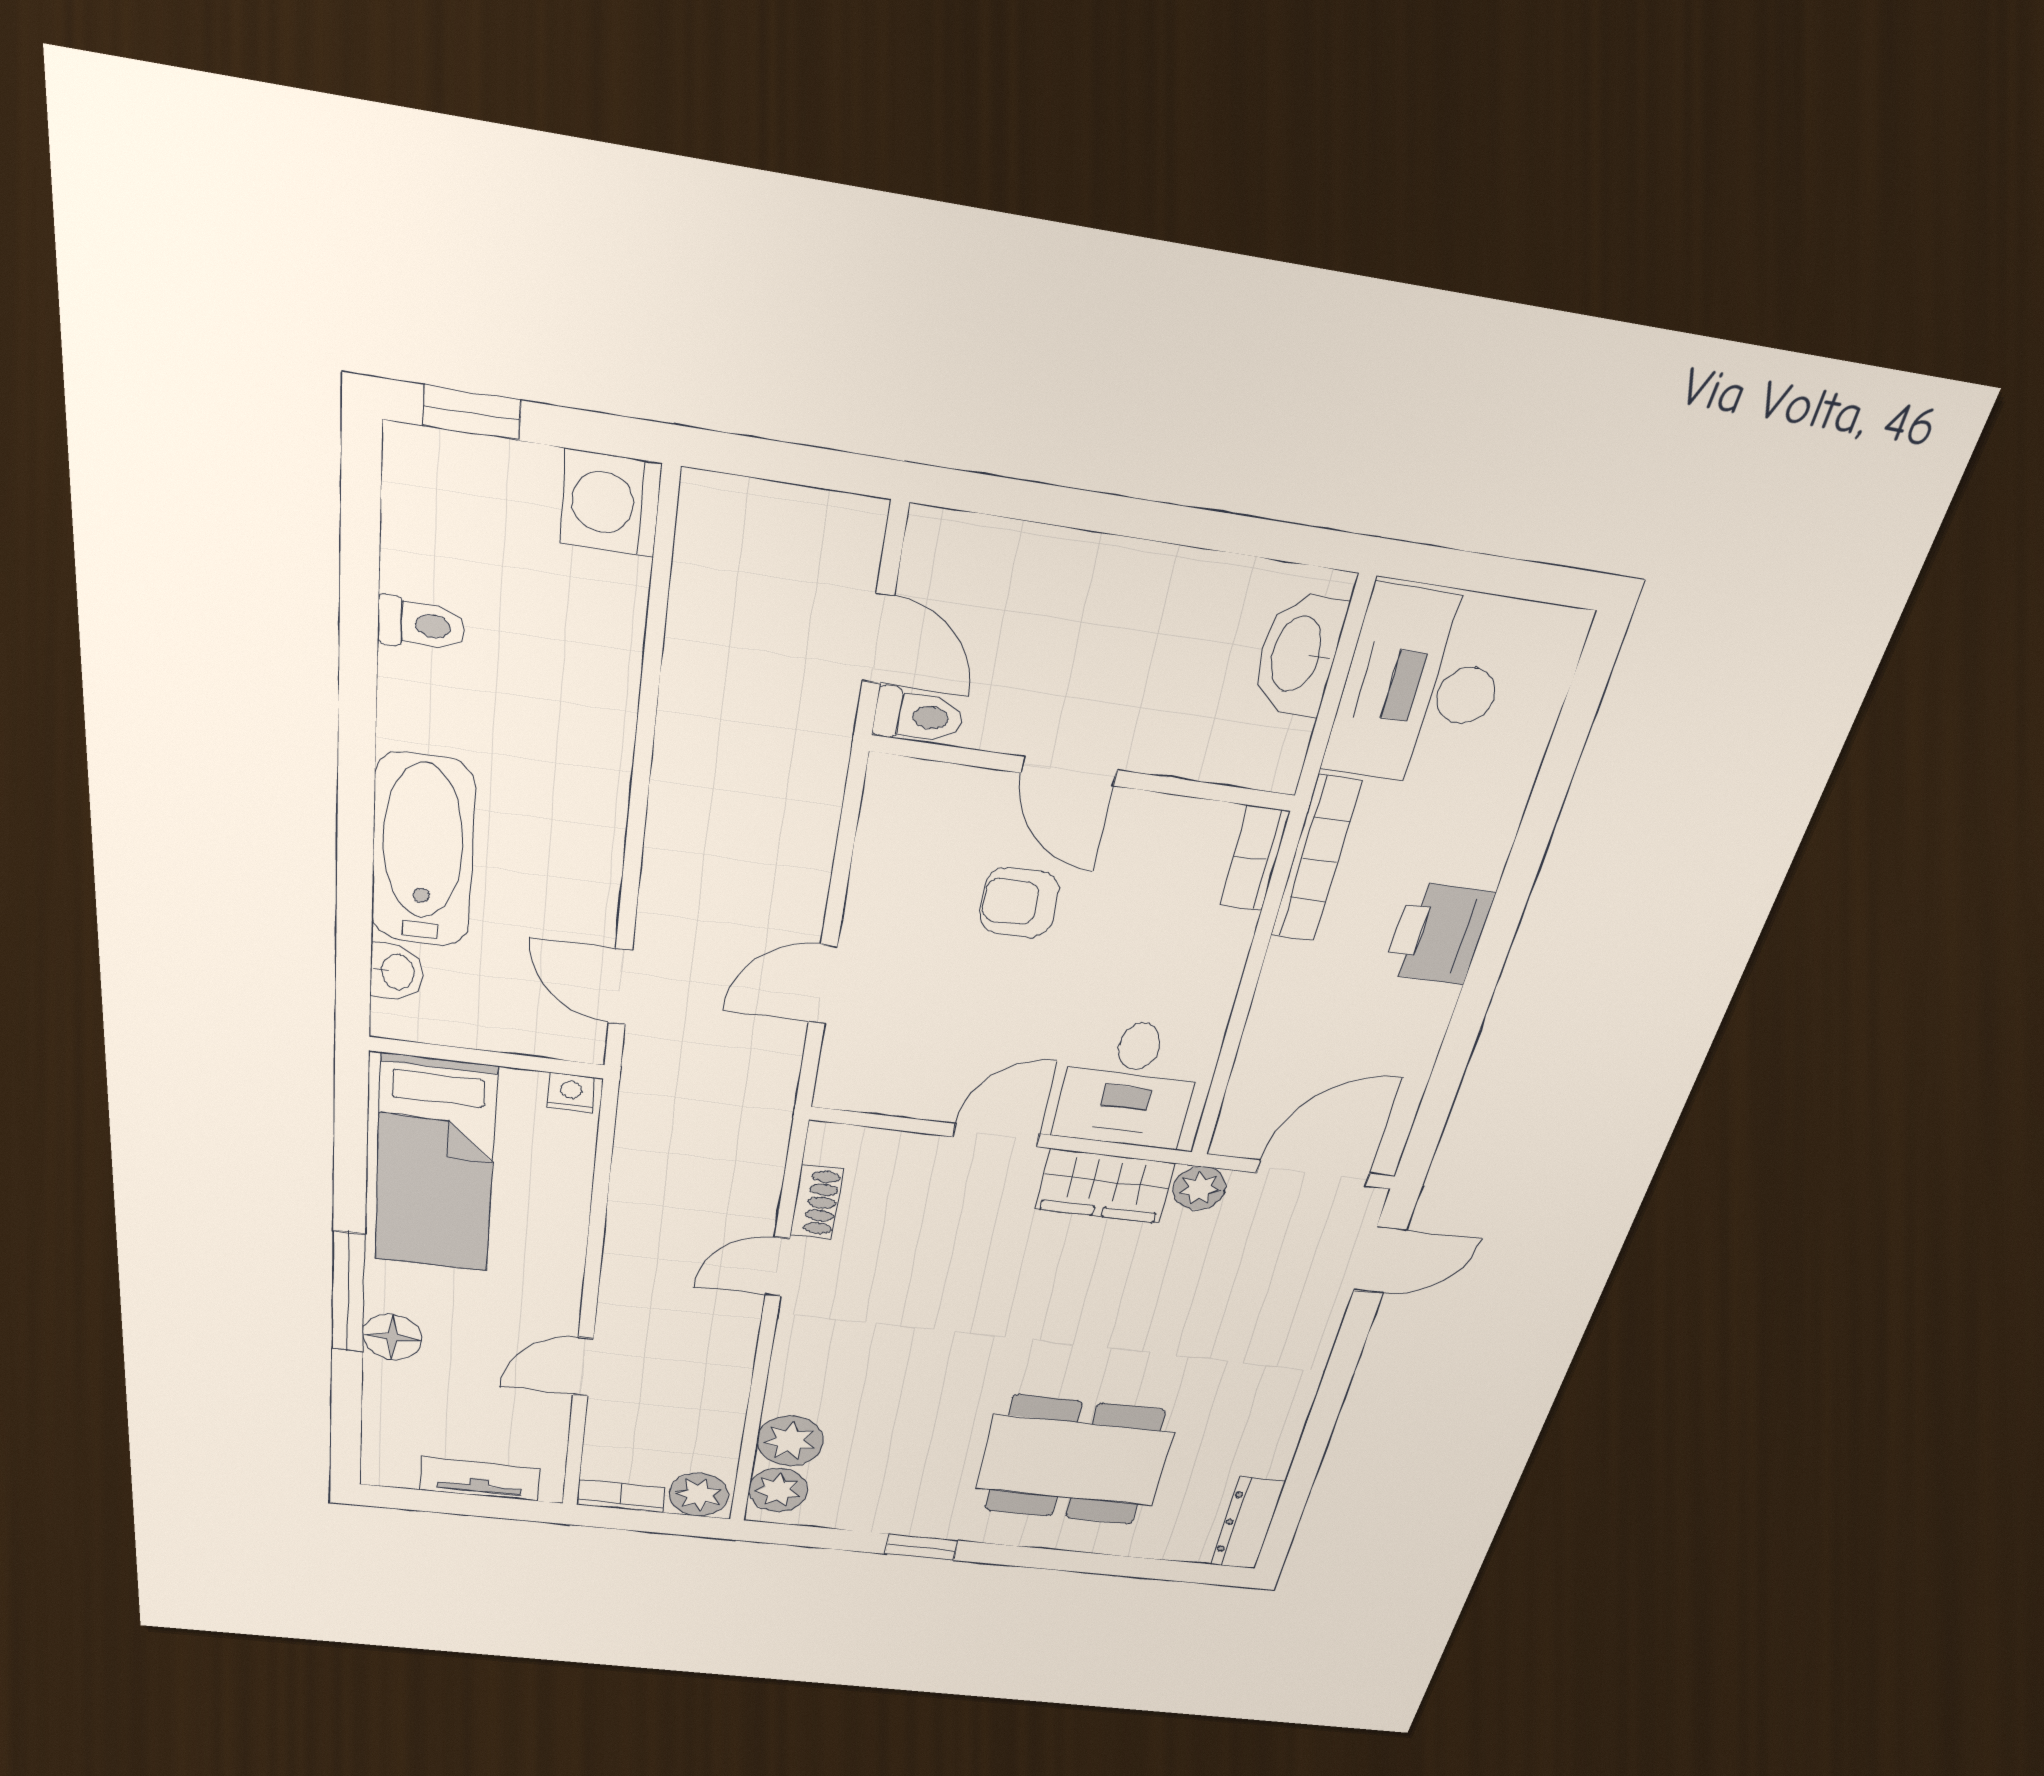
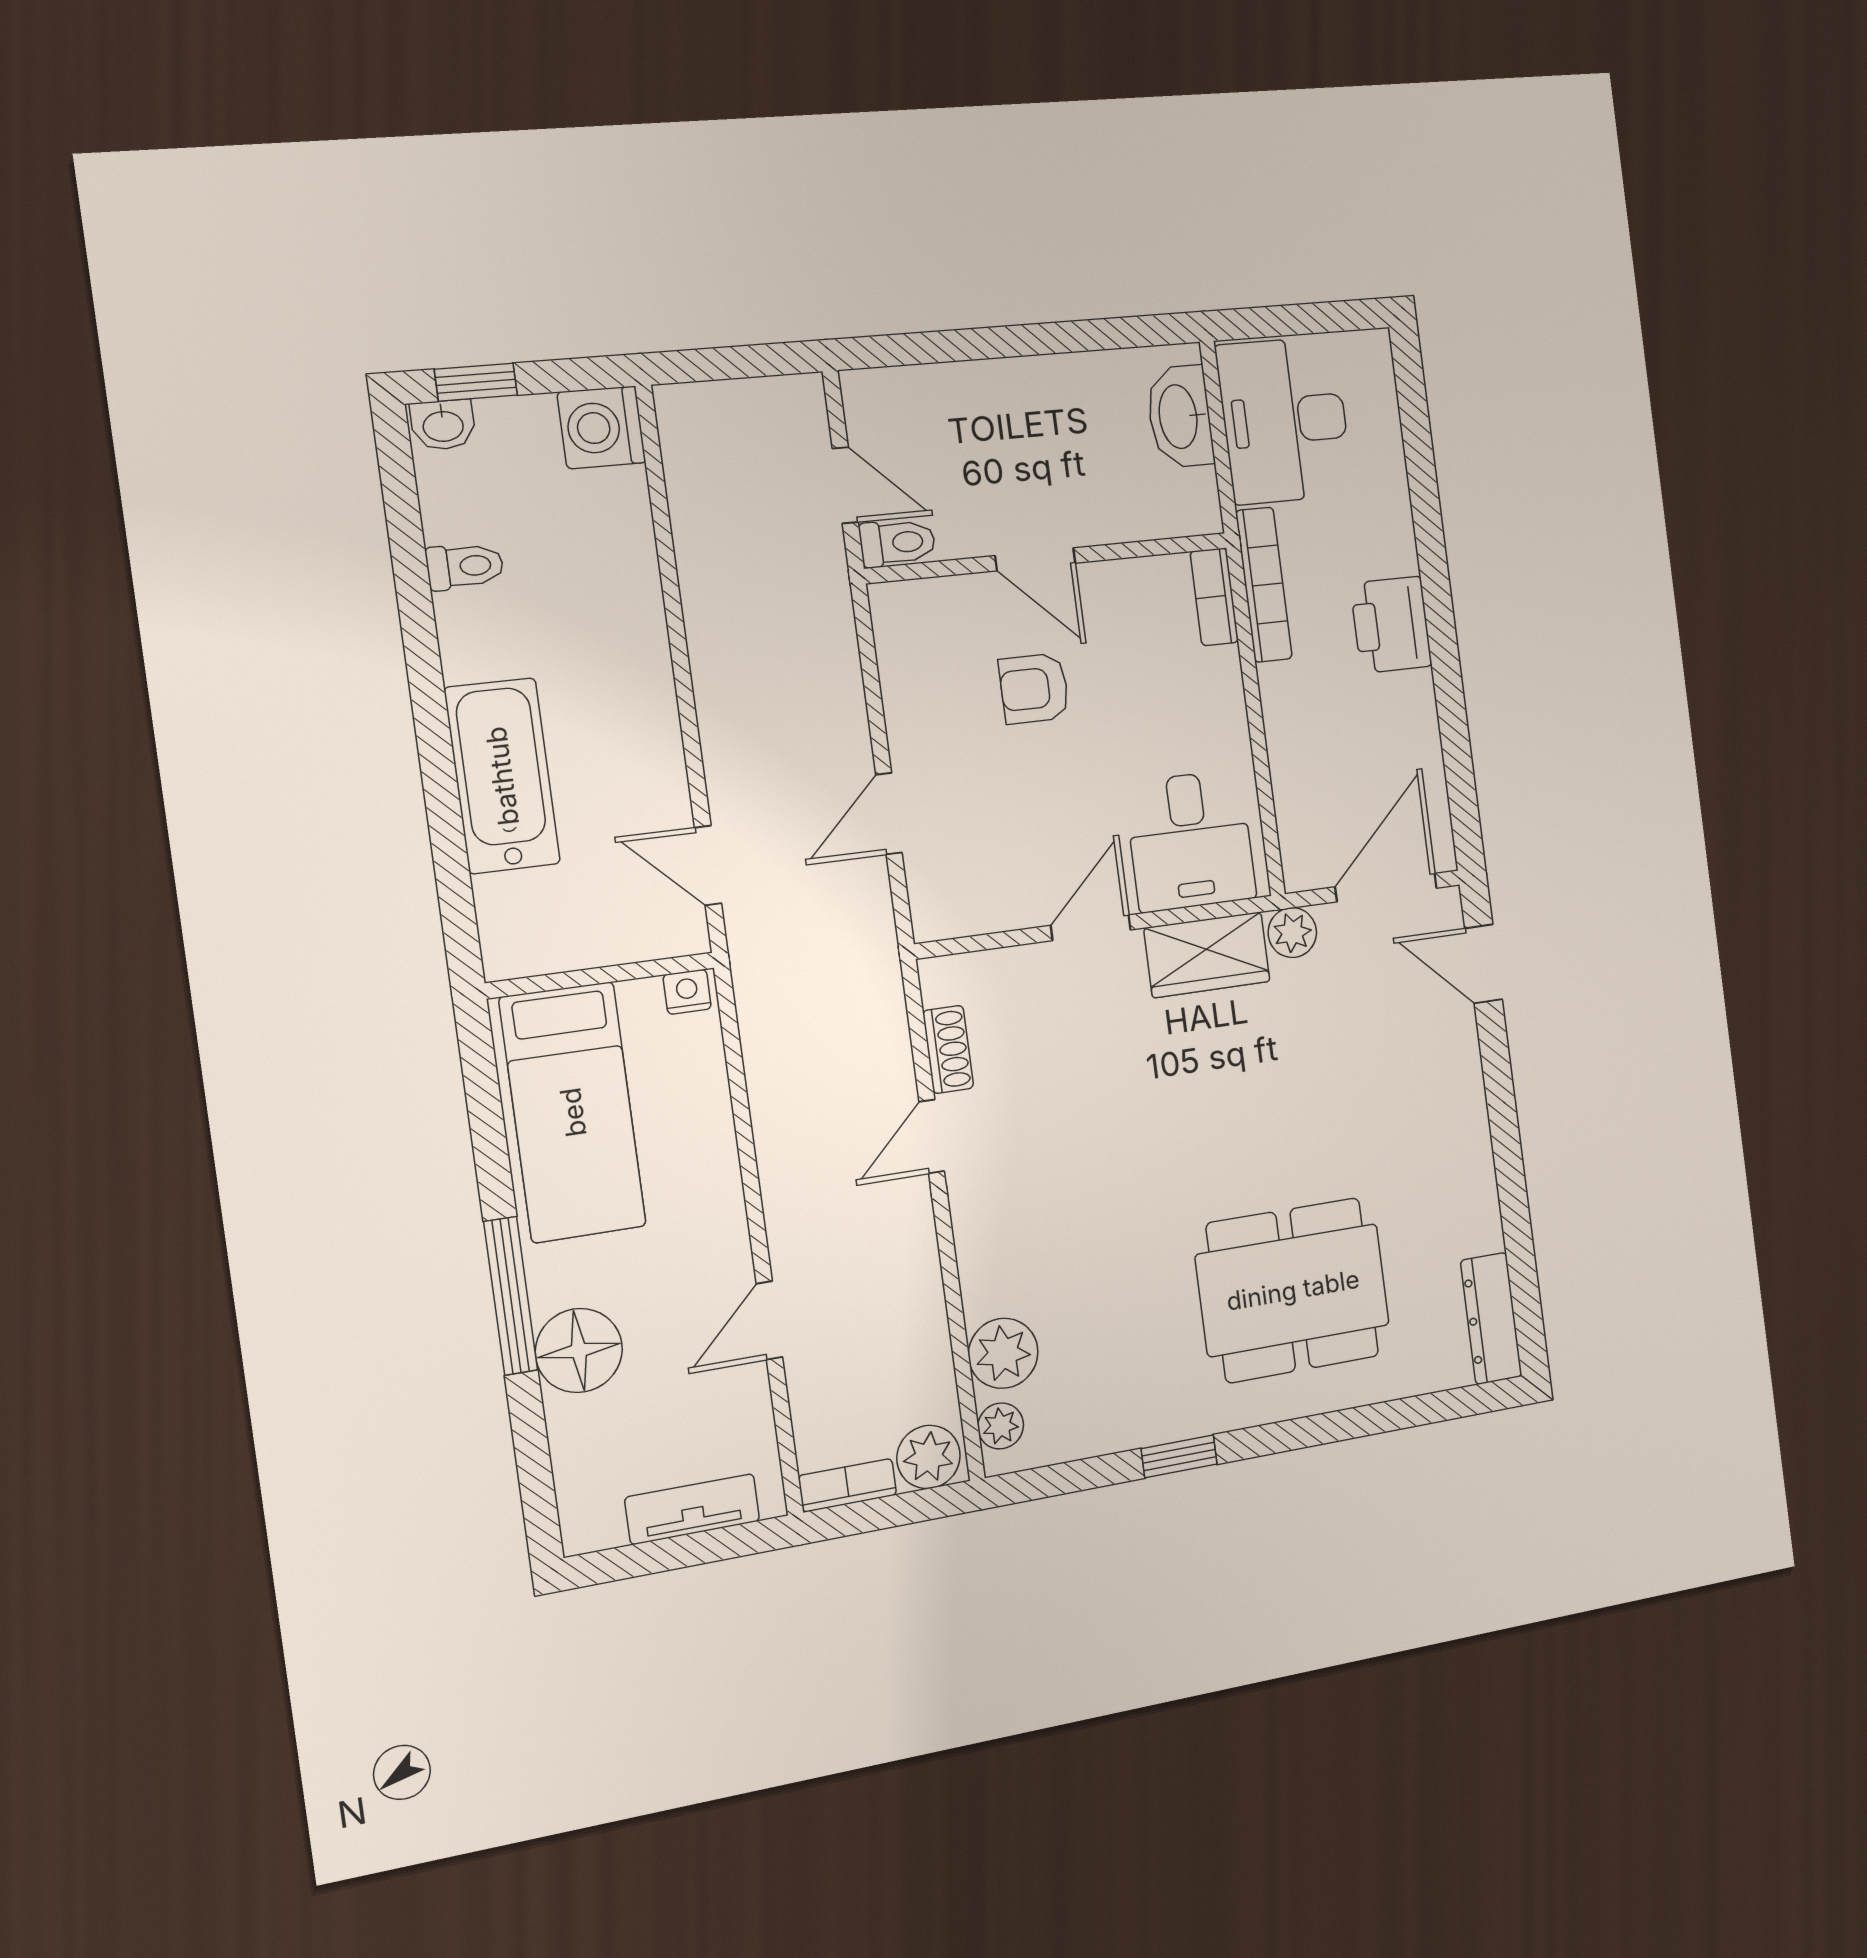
washbasin: (396, 972) -> (443, 425), moved, turned 90
door: (1380, 1260) -> (1483, 964), swing flipped
floor lamp: (392, 1337) -> (579, 1350), width x1.38, depth x1.38
plant: (778, 1490) -> (1001, 1426), width x0.73, depth x0.73

